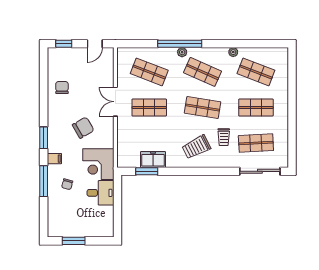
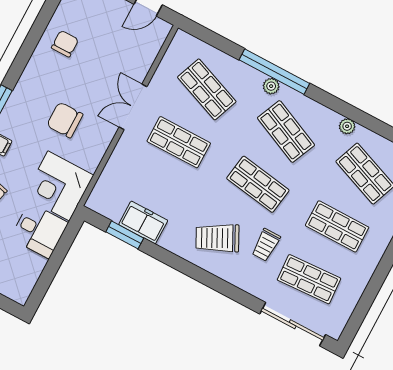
chair: (83, 128) -> (65, 120), turned -150

